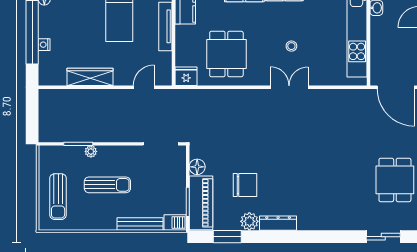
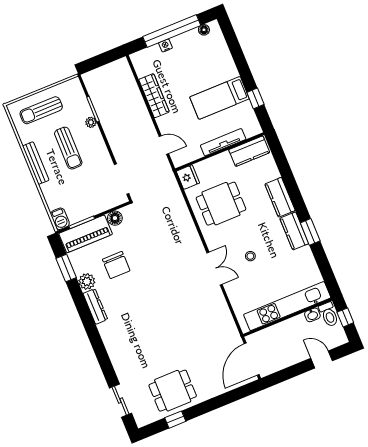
bench: (140, 224) -> (36, 163), moved

